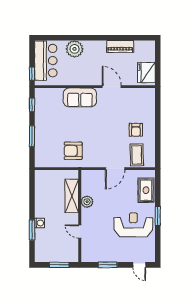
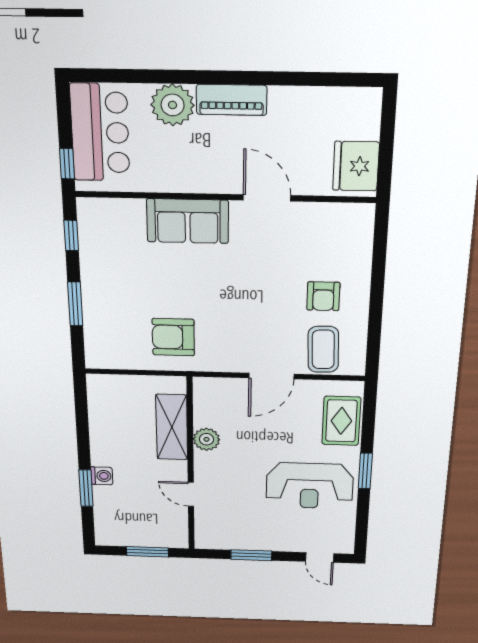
piano: (120, 46) -> (232, 100), moved
reception desk: (133, 225) -> (310, 486), turned 180

